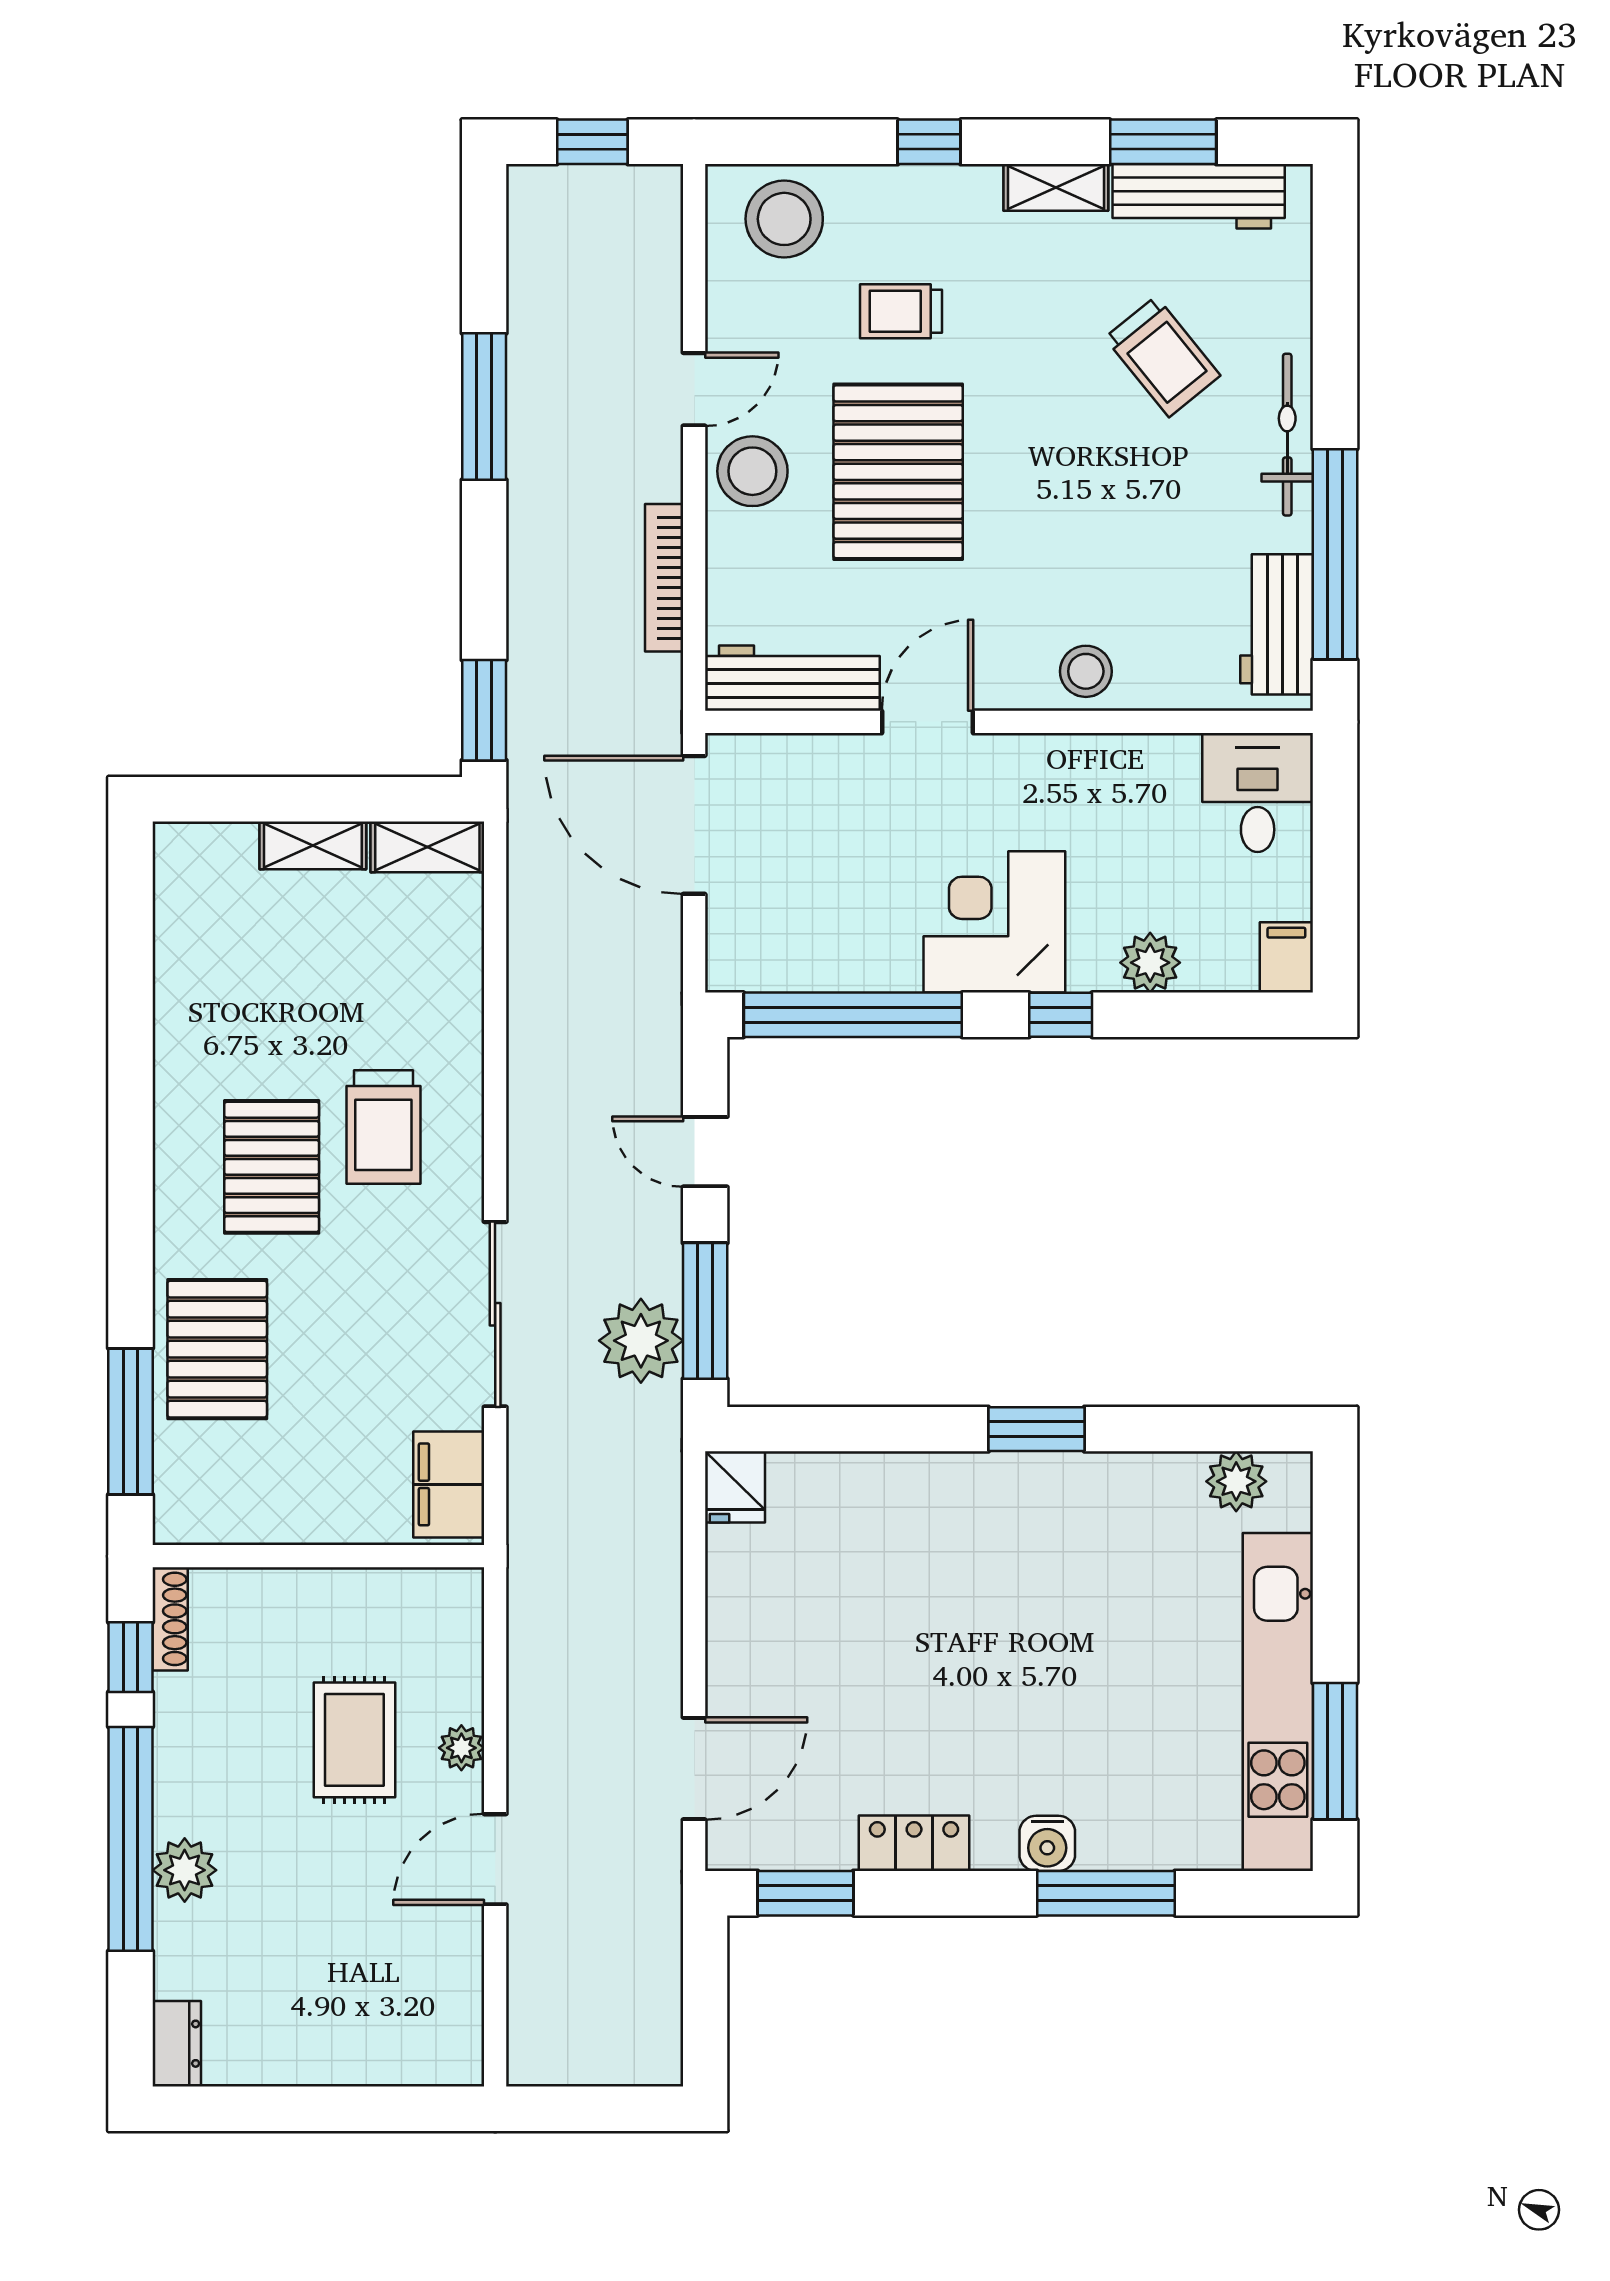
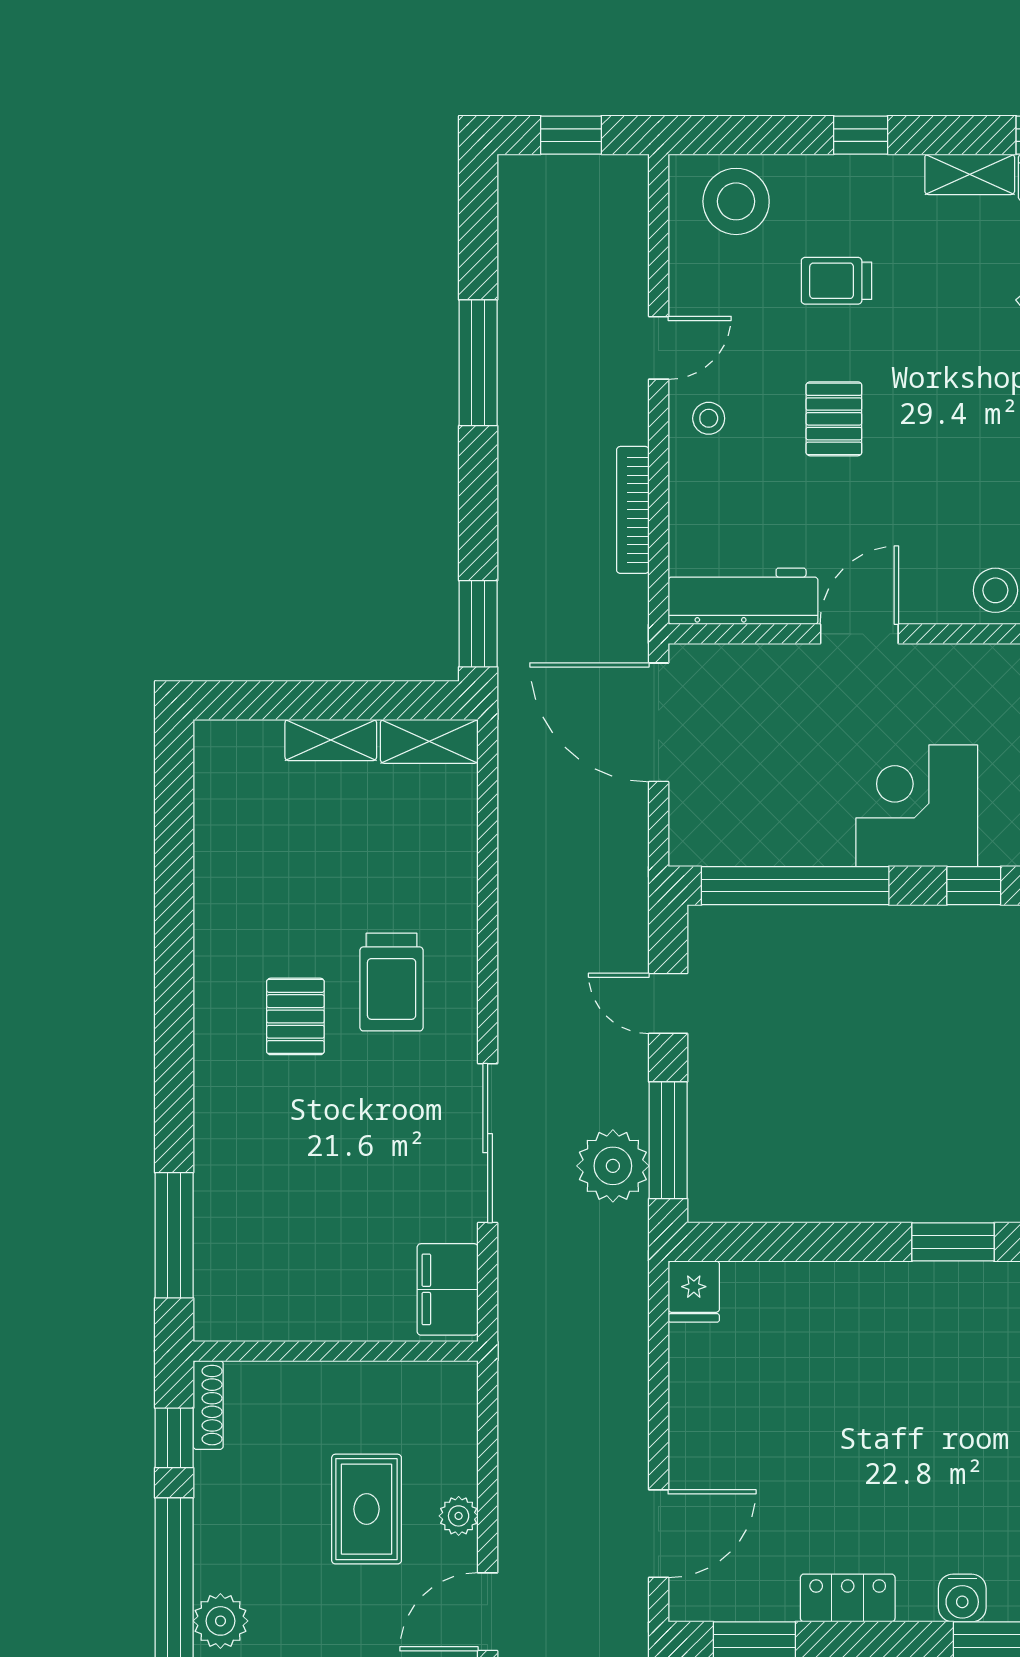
stool: (752, 471) -> (709, 418), width x0.53, depth x0.53
pallet: (898, 472) -> (834, 419), width x0.49, depth x0.50
pallet: (272, 1167) -> (295, 1016), width x0.67, depth x0.71
pallet: (217, 1349) -> (249, 1173), removed

